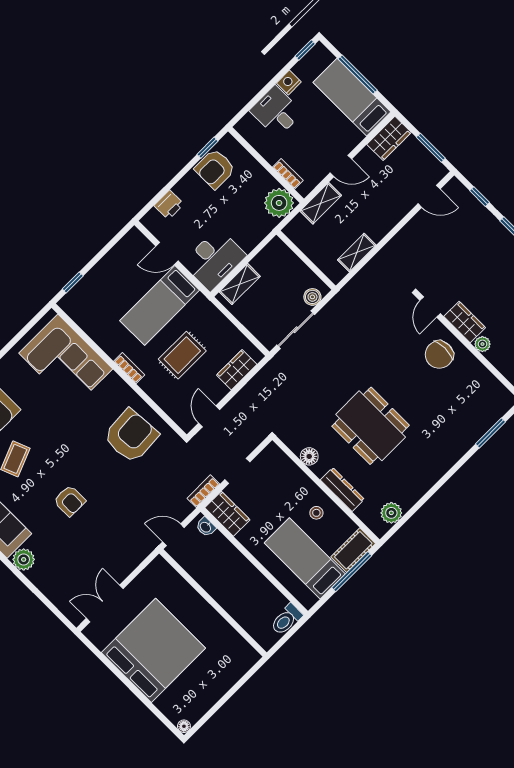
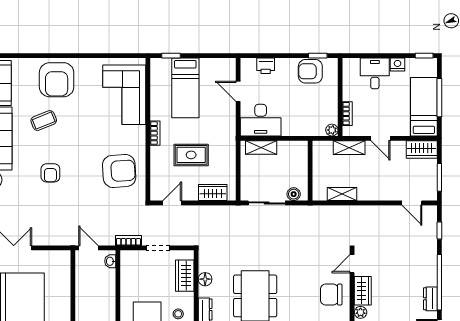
plant: (279, 203) -> (332, 130), width x0.53, depth x0.53
bed: (160, 305) -> (185, 88), moved, turned -90
wardrobe: (227, 514) -> (185, 276), moved, turned 180

